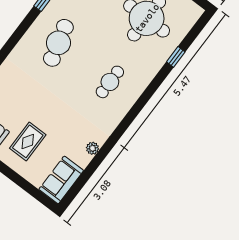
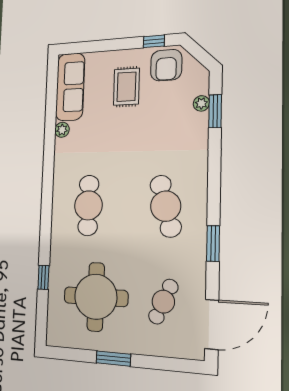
cafe table: (110, 82) -> (88, 205), width x1.37, depth x1.35
sofa: (61, 180) -> (70, 87), width x1.36

